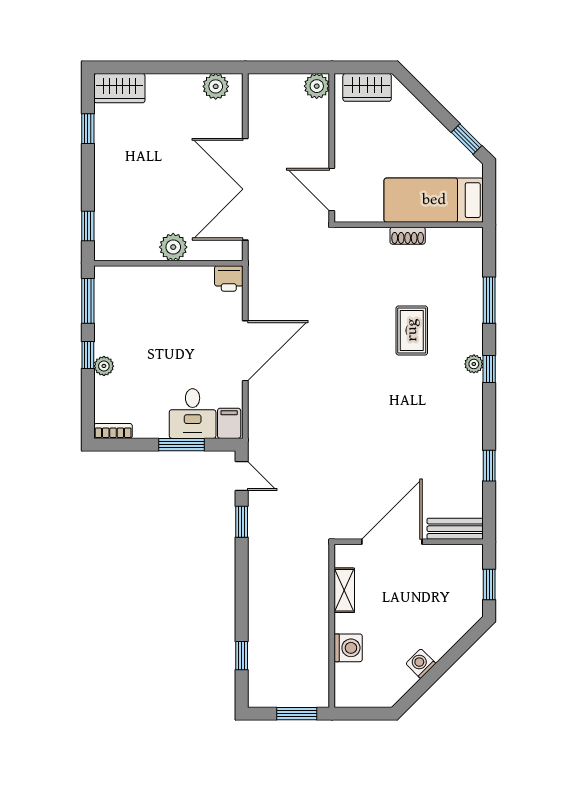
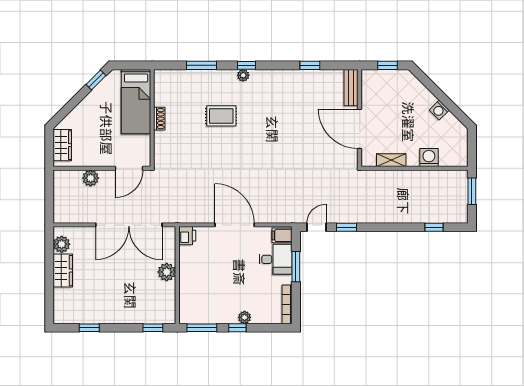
plant: (317, 86) -> (91, 178), moved
wardrobe: (119, 88) -> (63, 271), moved
bookcase: (113, 431) -> (287, 304), width x1.56

